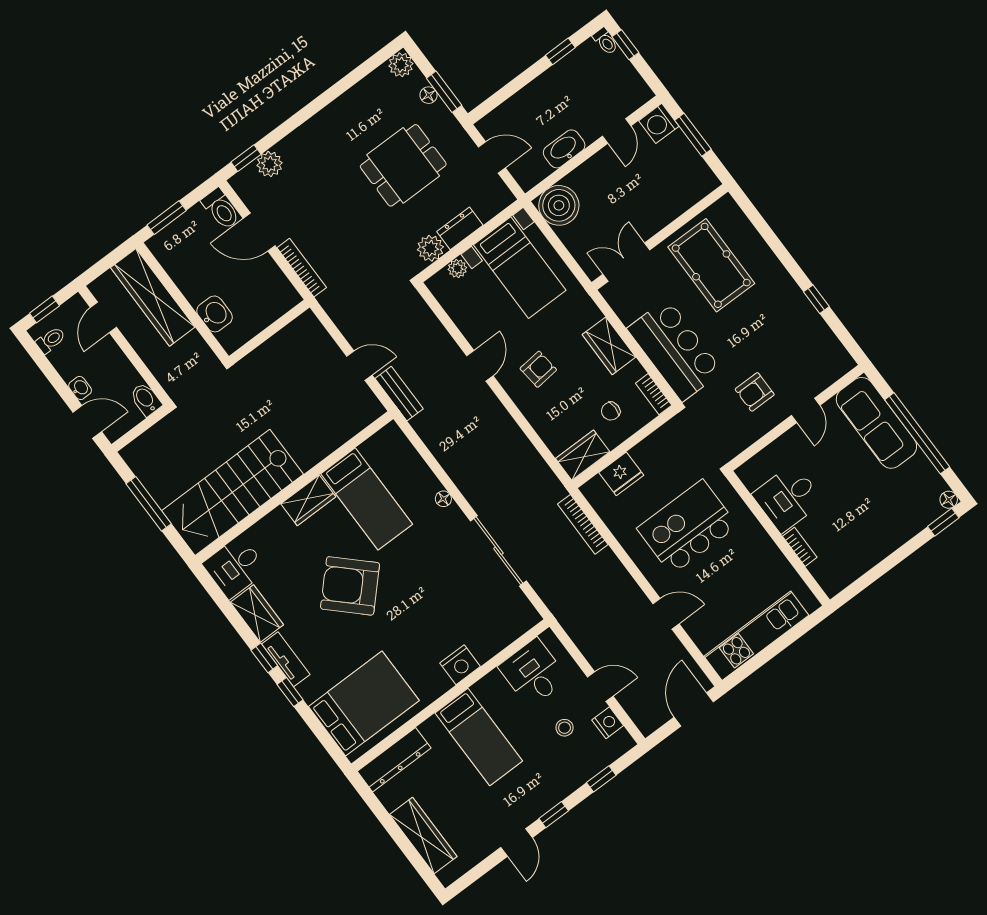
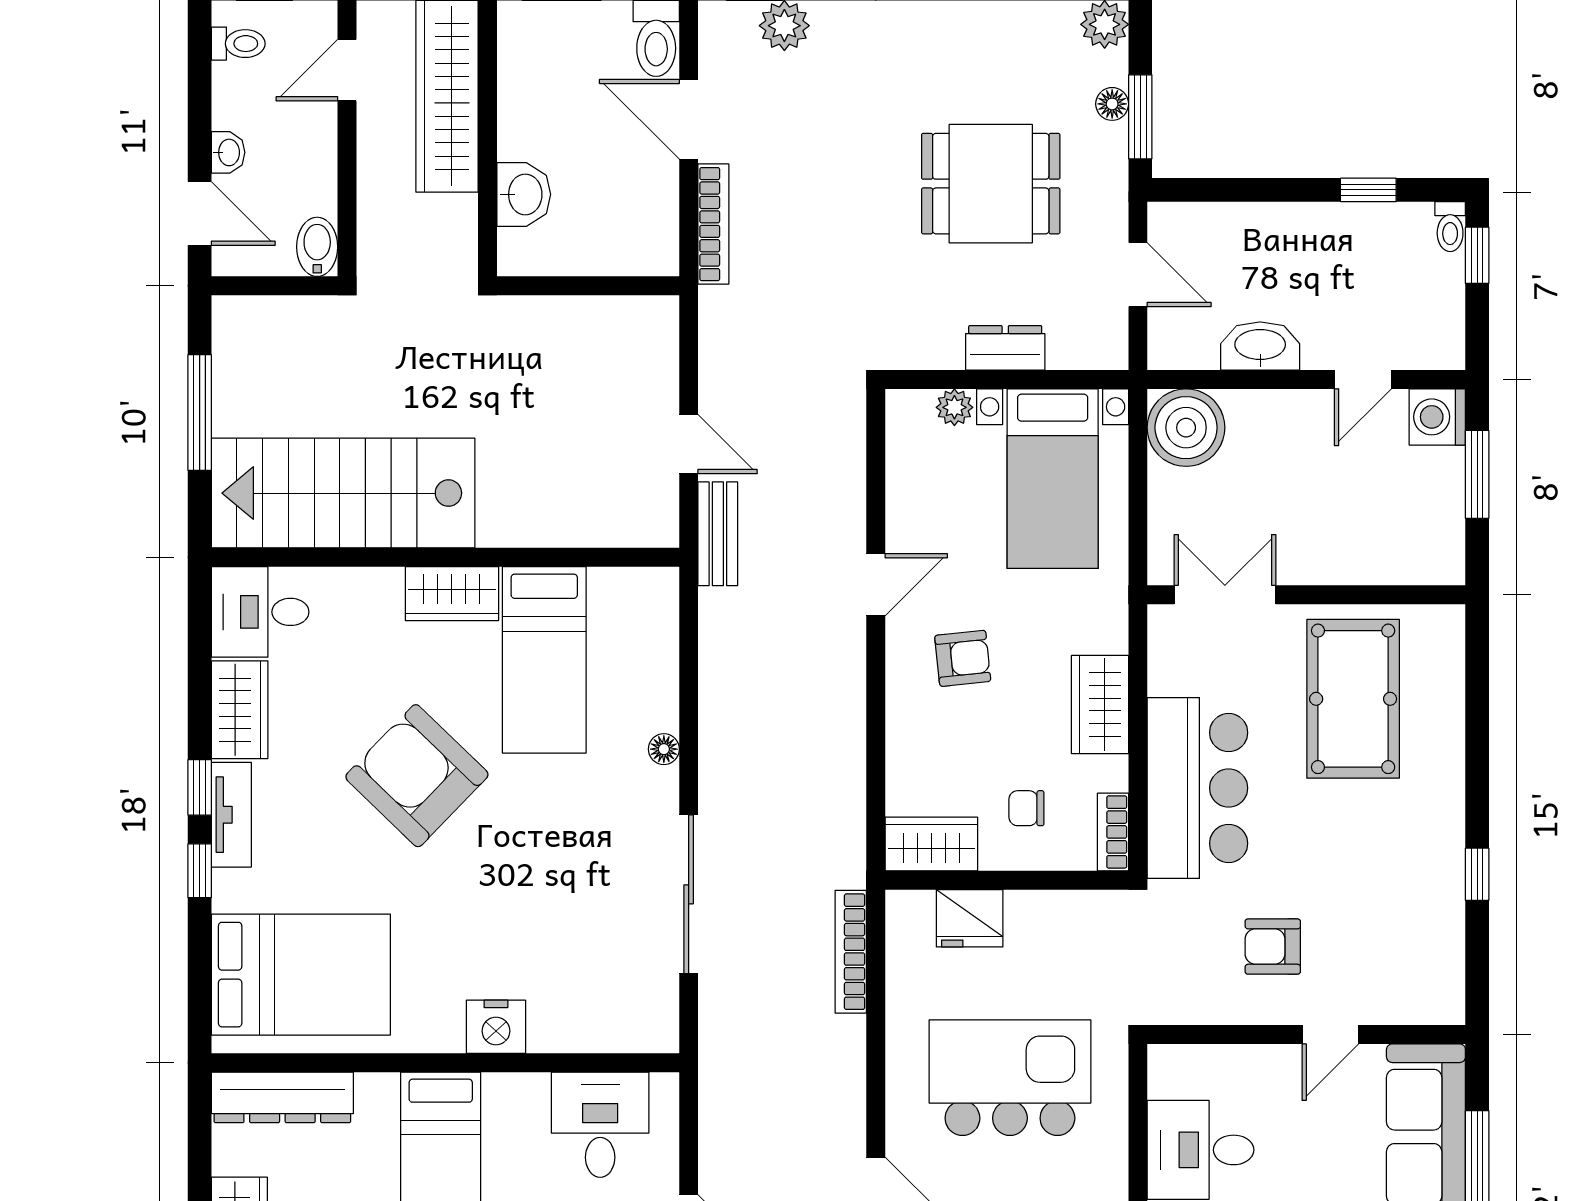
plant: (430, 248) -> (936, 344), removed

